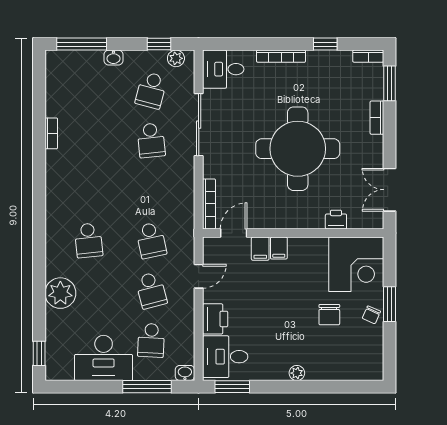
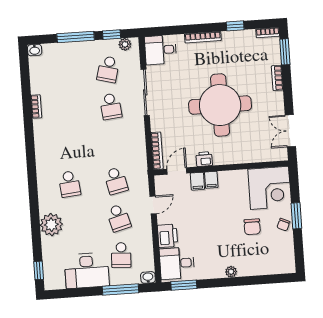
window: (82, 44) -> (76, 37), moved
washbasin: (113, 58) -> (35, 50), moved
printer: (336, 220) -> (204, 159), moved

